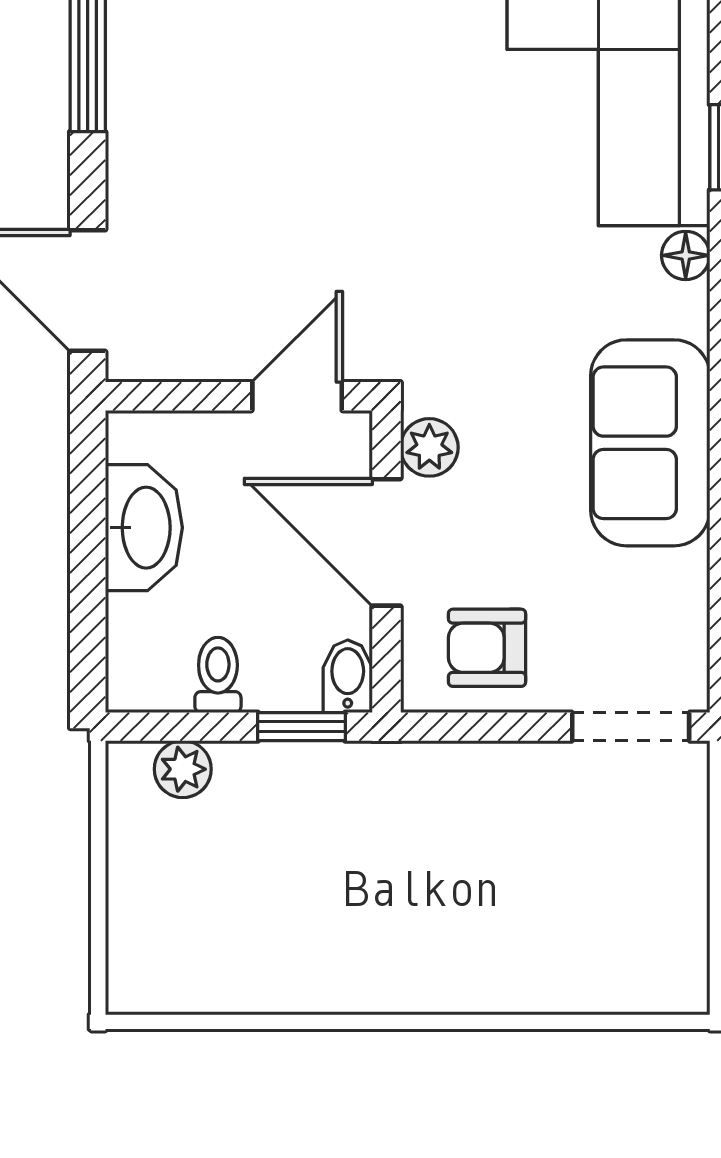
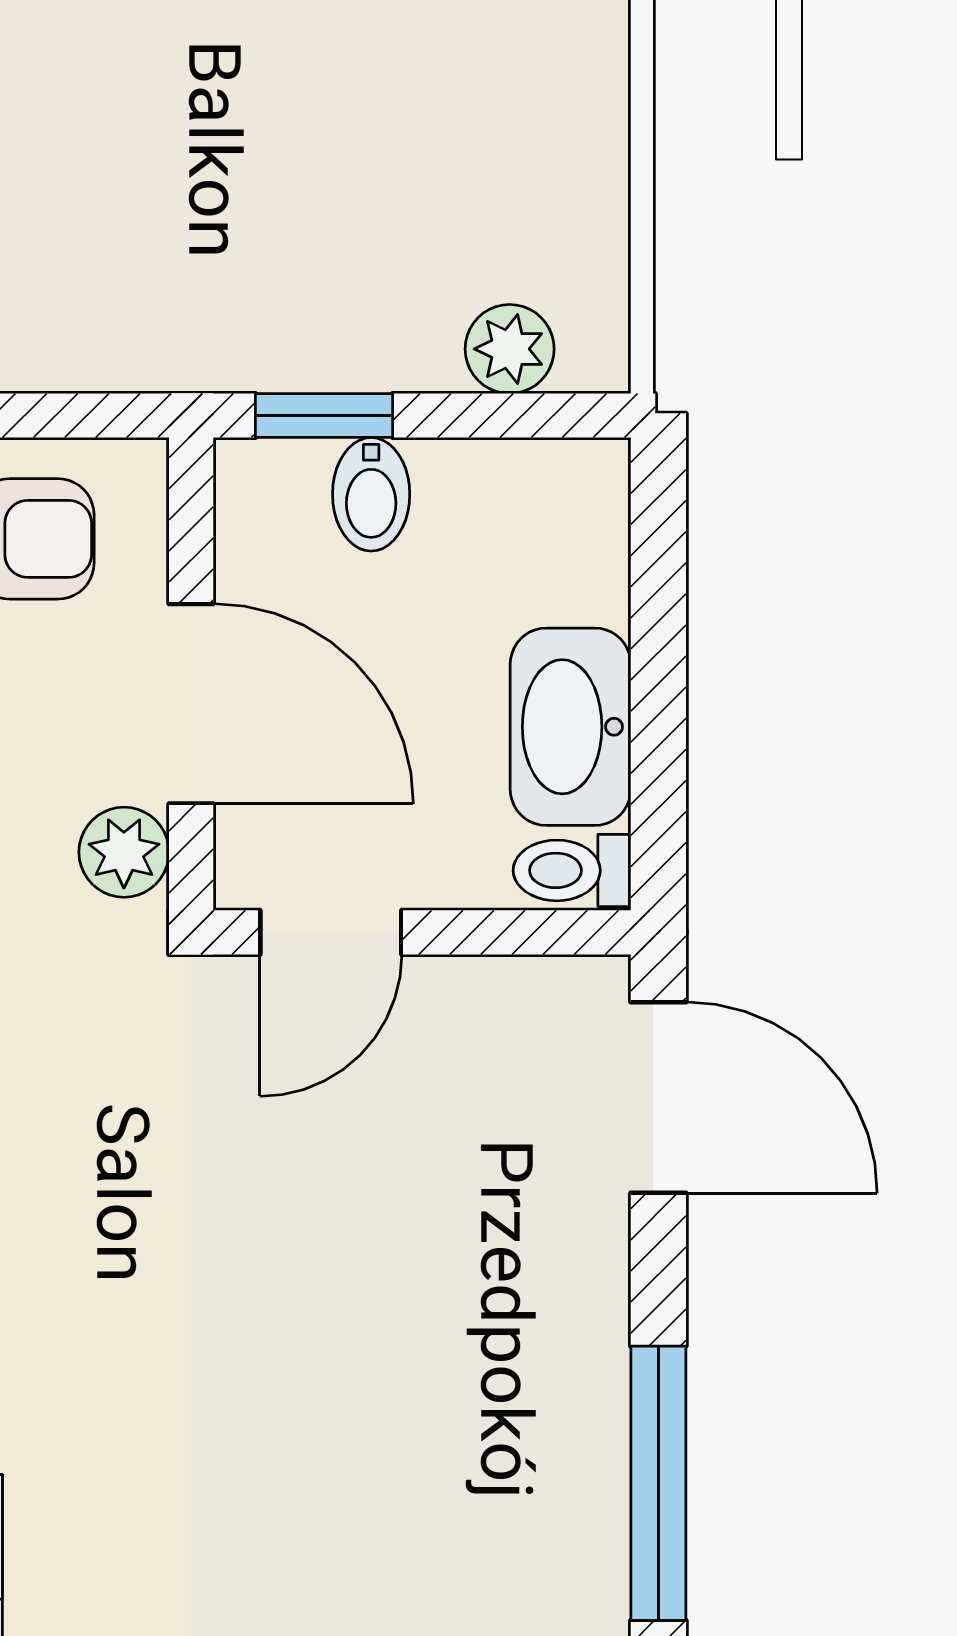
toilet: (218, 675) -> (572, 870), moved, turned 90
bidet: (348, 676) -> (371, 494), moved

